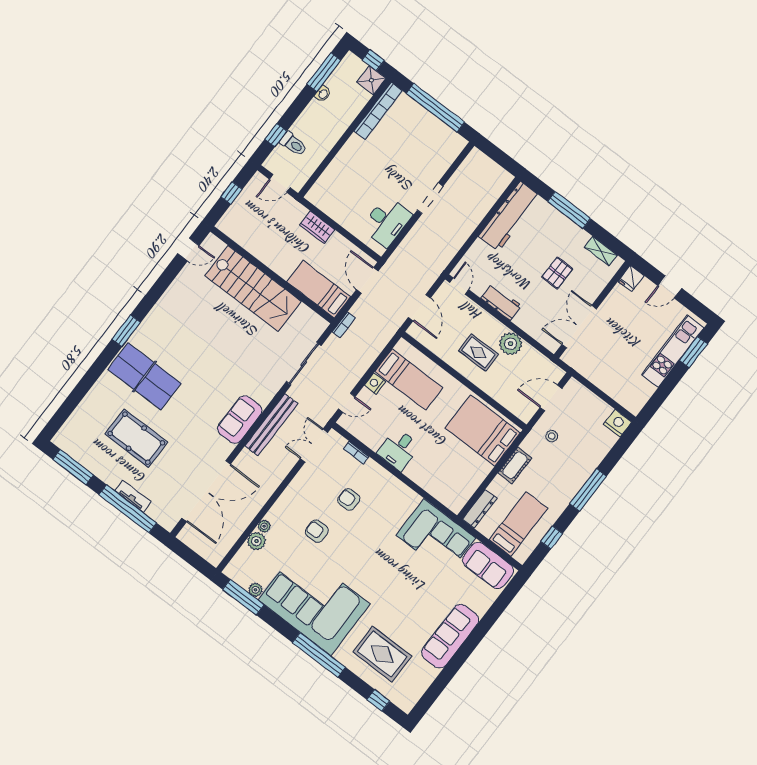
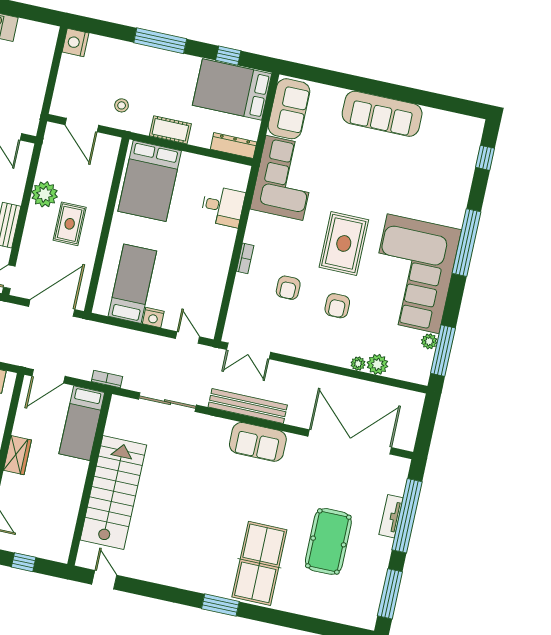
door: (419, 308) -> (52, 308), width x1.36
desk: (399, 449) -> (223, 206), moved
bookcase: (356, 453) -> (245, 258), moved
bed: (518, 524) -> (232, 89), width x1.50
rug: (382, 654) -> (344, 243), moved

